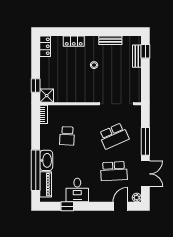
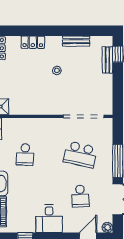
school desk: (114, 136) -> (80, 154), turned 36
school desk: (114, 171) -> (80, 196), width x0.54
desk: (77, 190) -> (49, 219), moved

